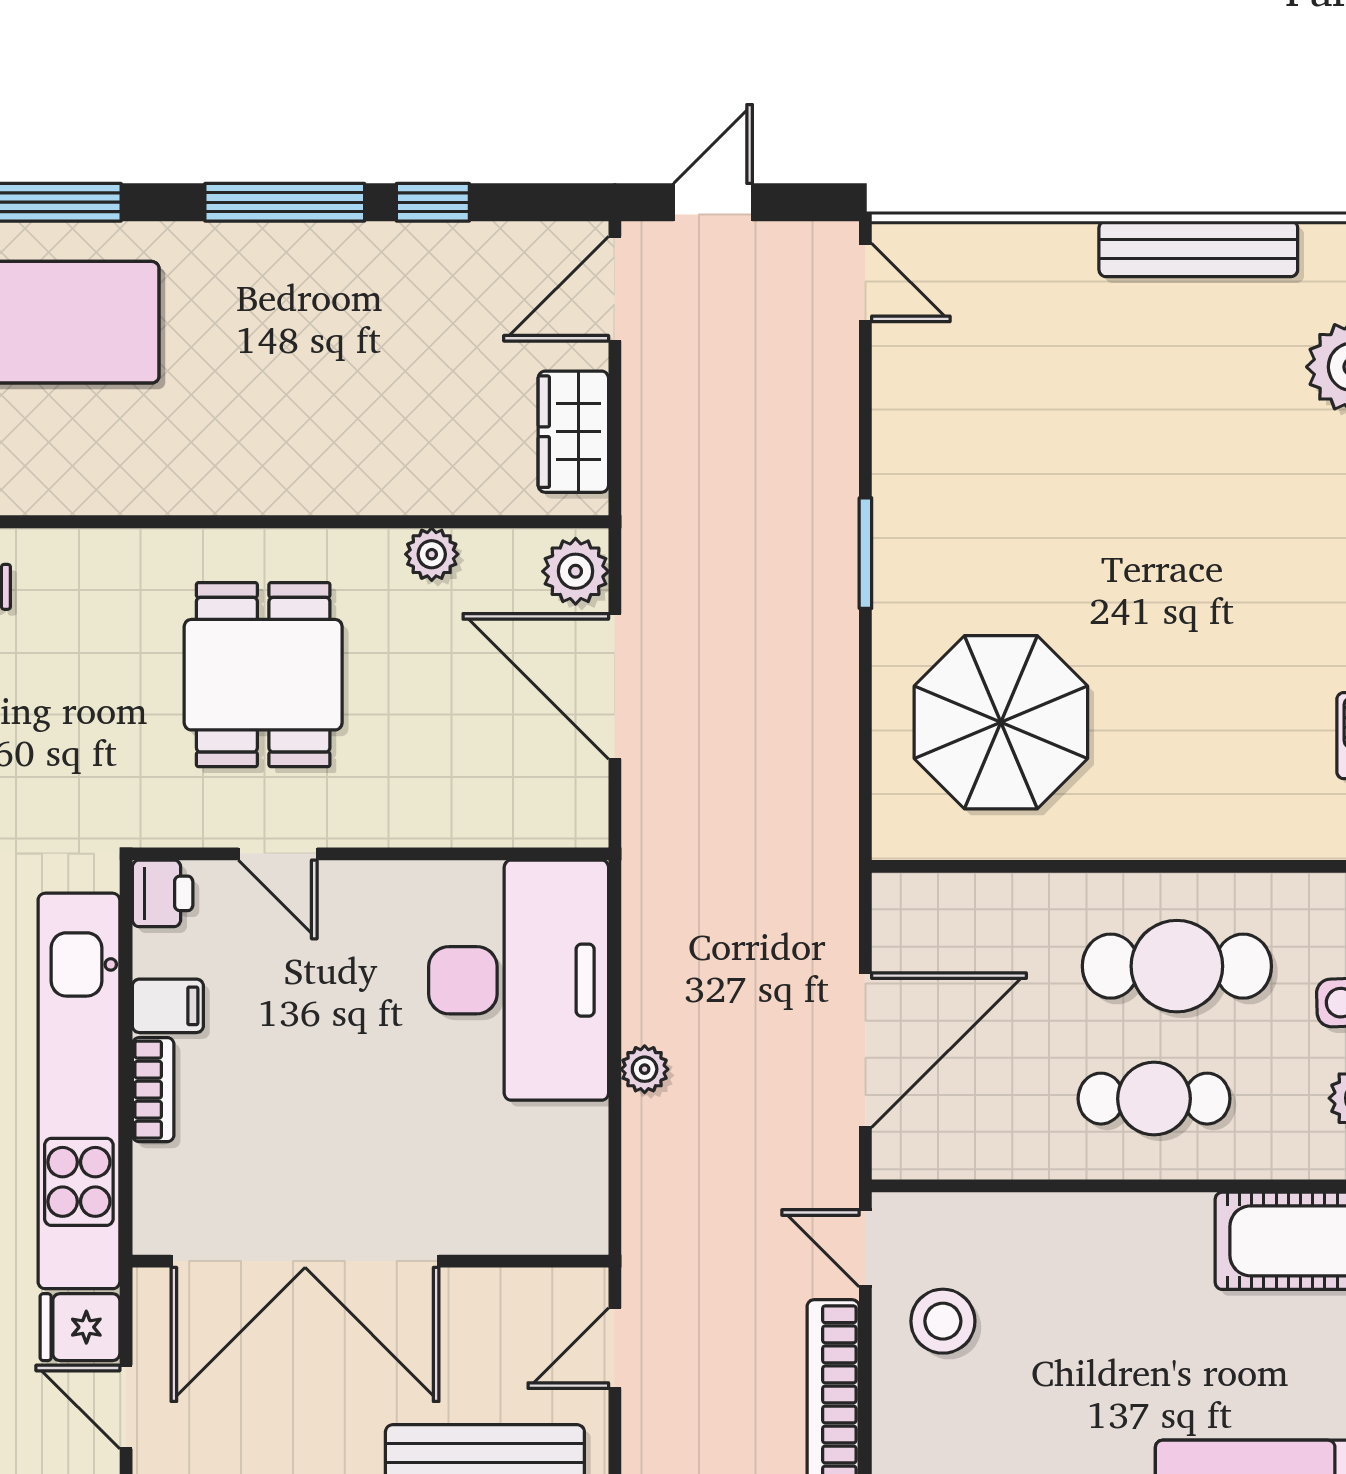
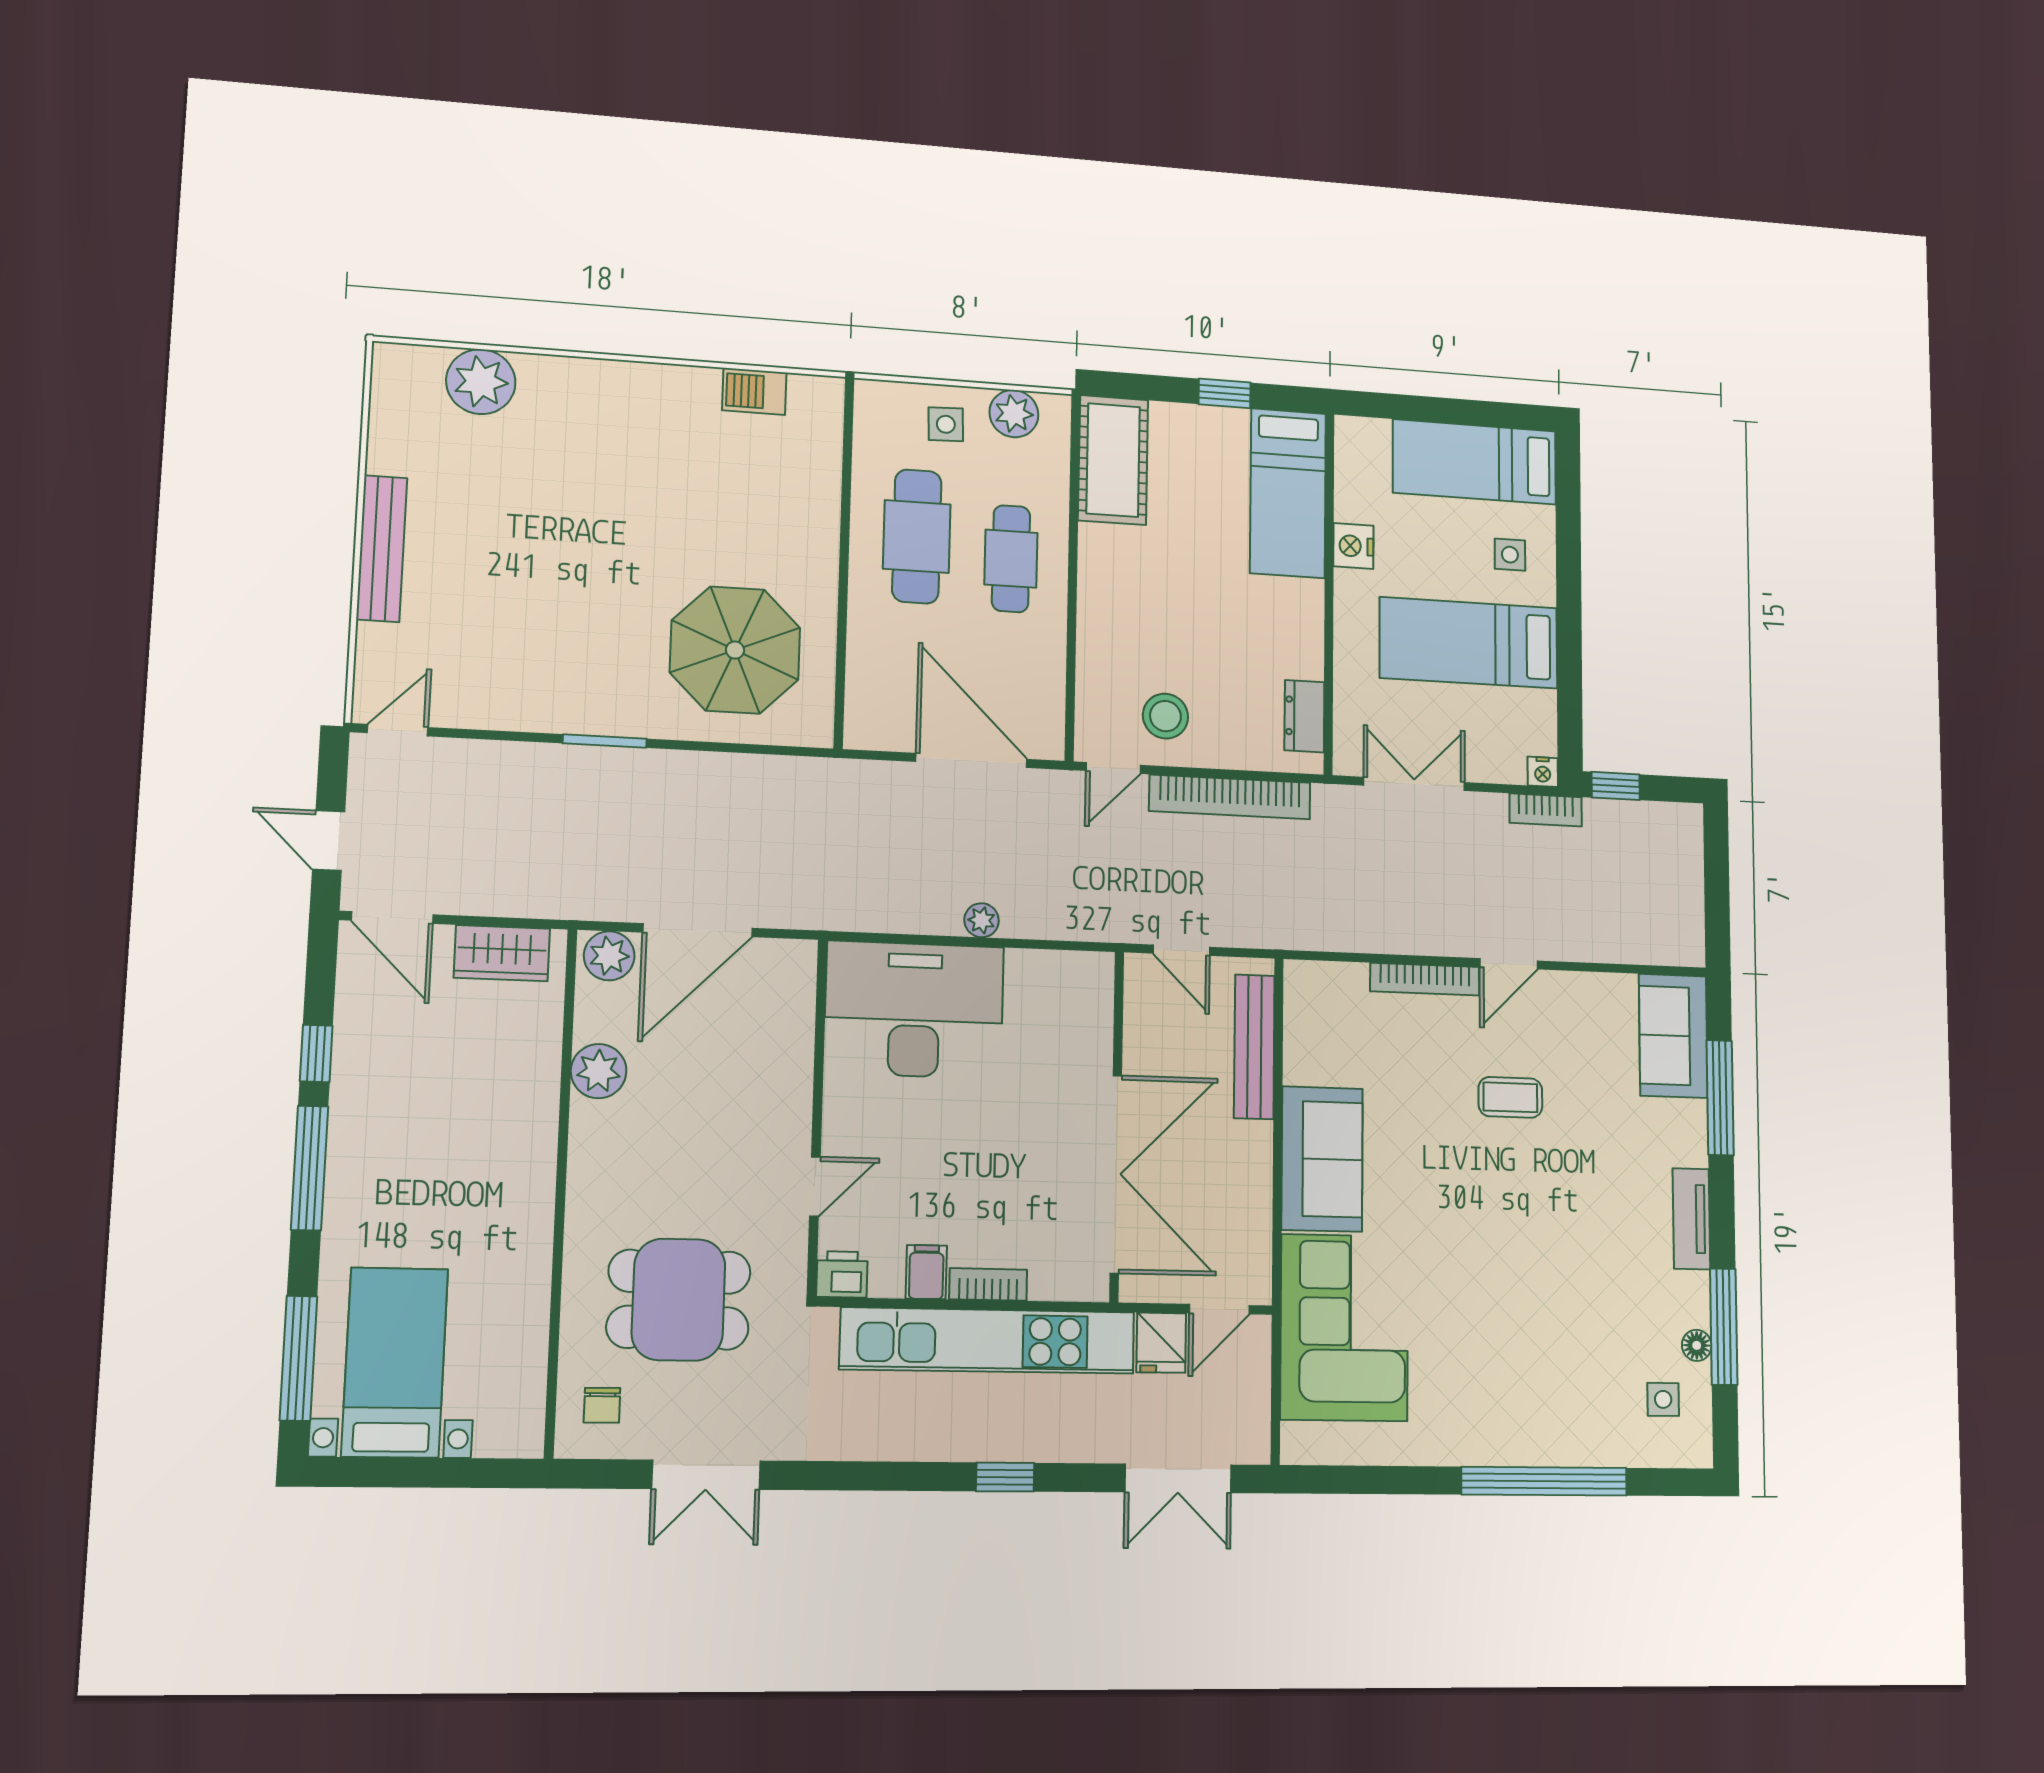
bench: (1198, 249) -> (382, 549), moved
plant: (432, 554) -> (599, 1071), width x1.38, depth x1.38
dining table: (263, 675) -> (679, 1300), moved

